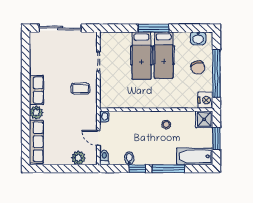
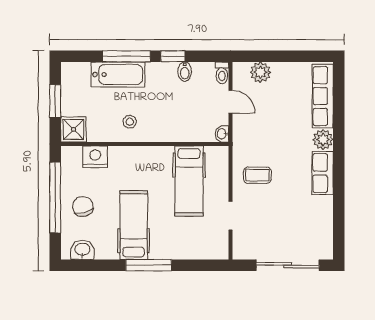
hospital bed: (141, 56) -> (189, 181), moved, turned 180
nightstand: (205, 100) -> (95, 157), moved, turned 90
bathtub: (195, 156) -> (118, 74), moved

